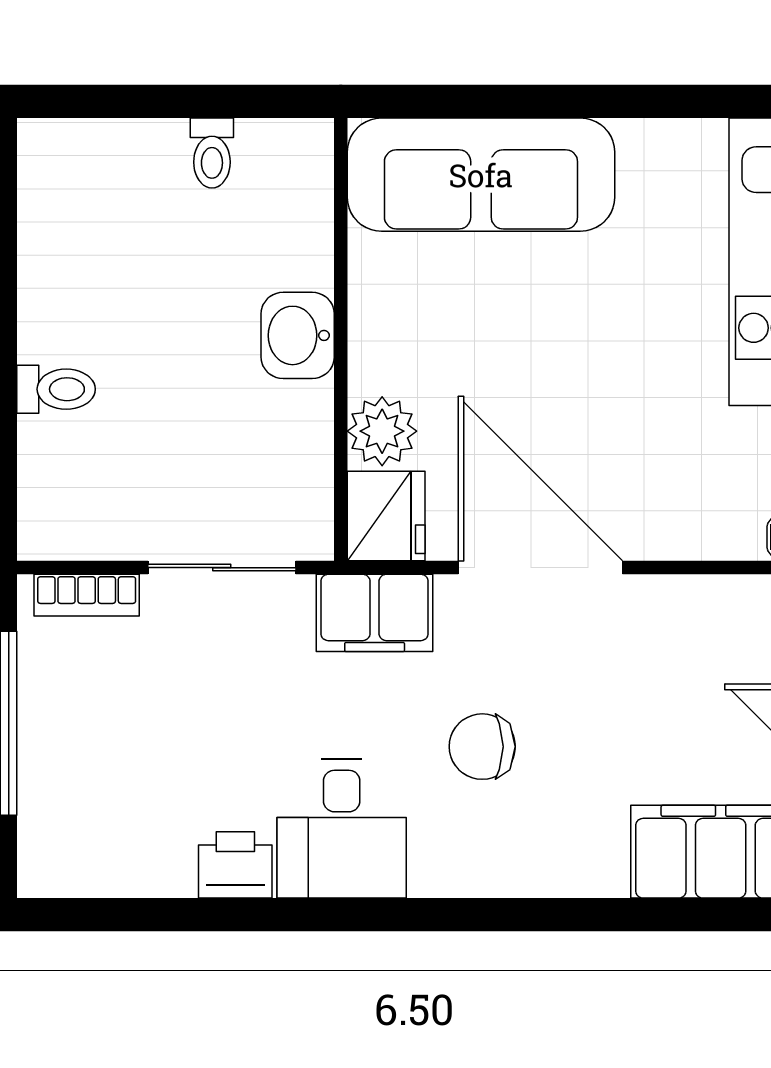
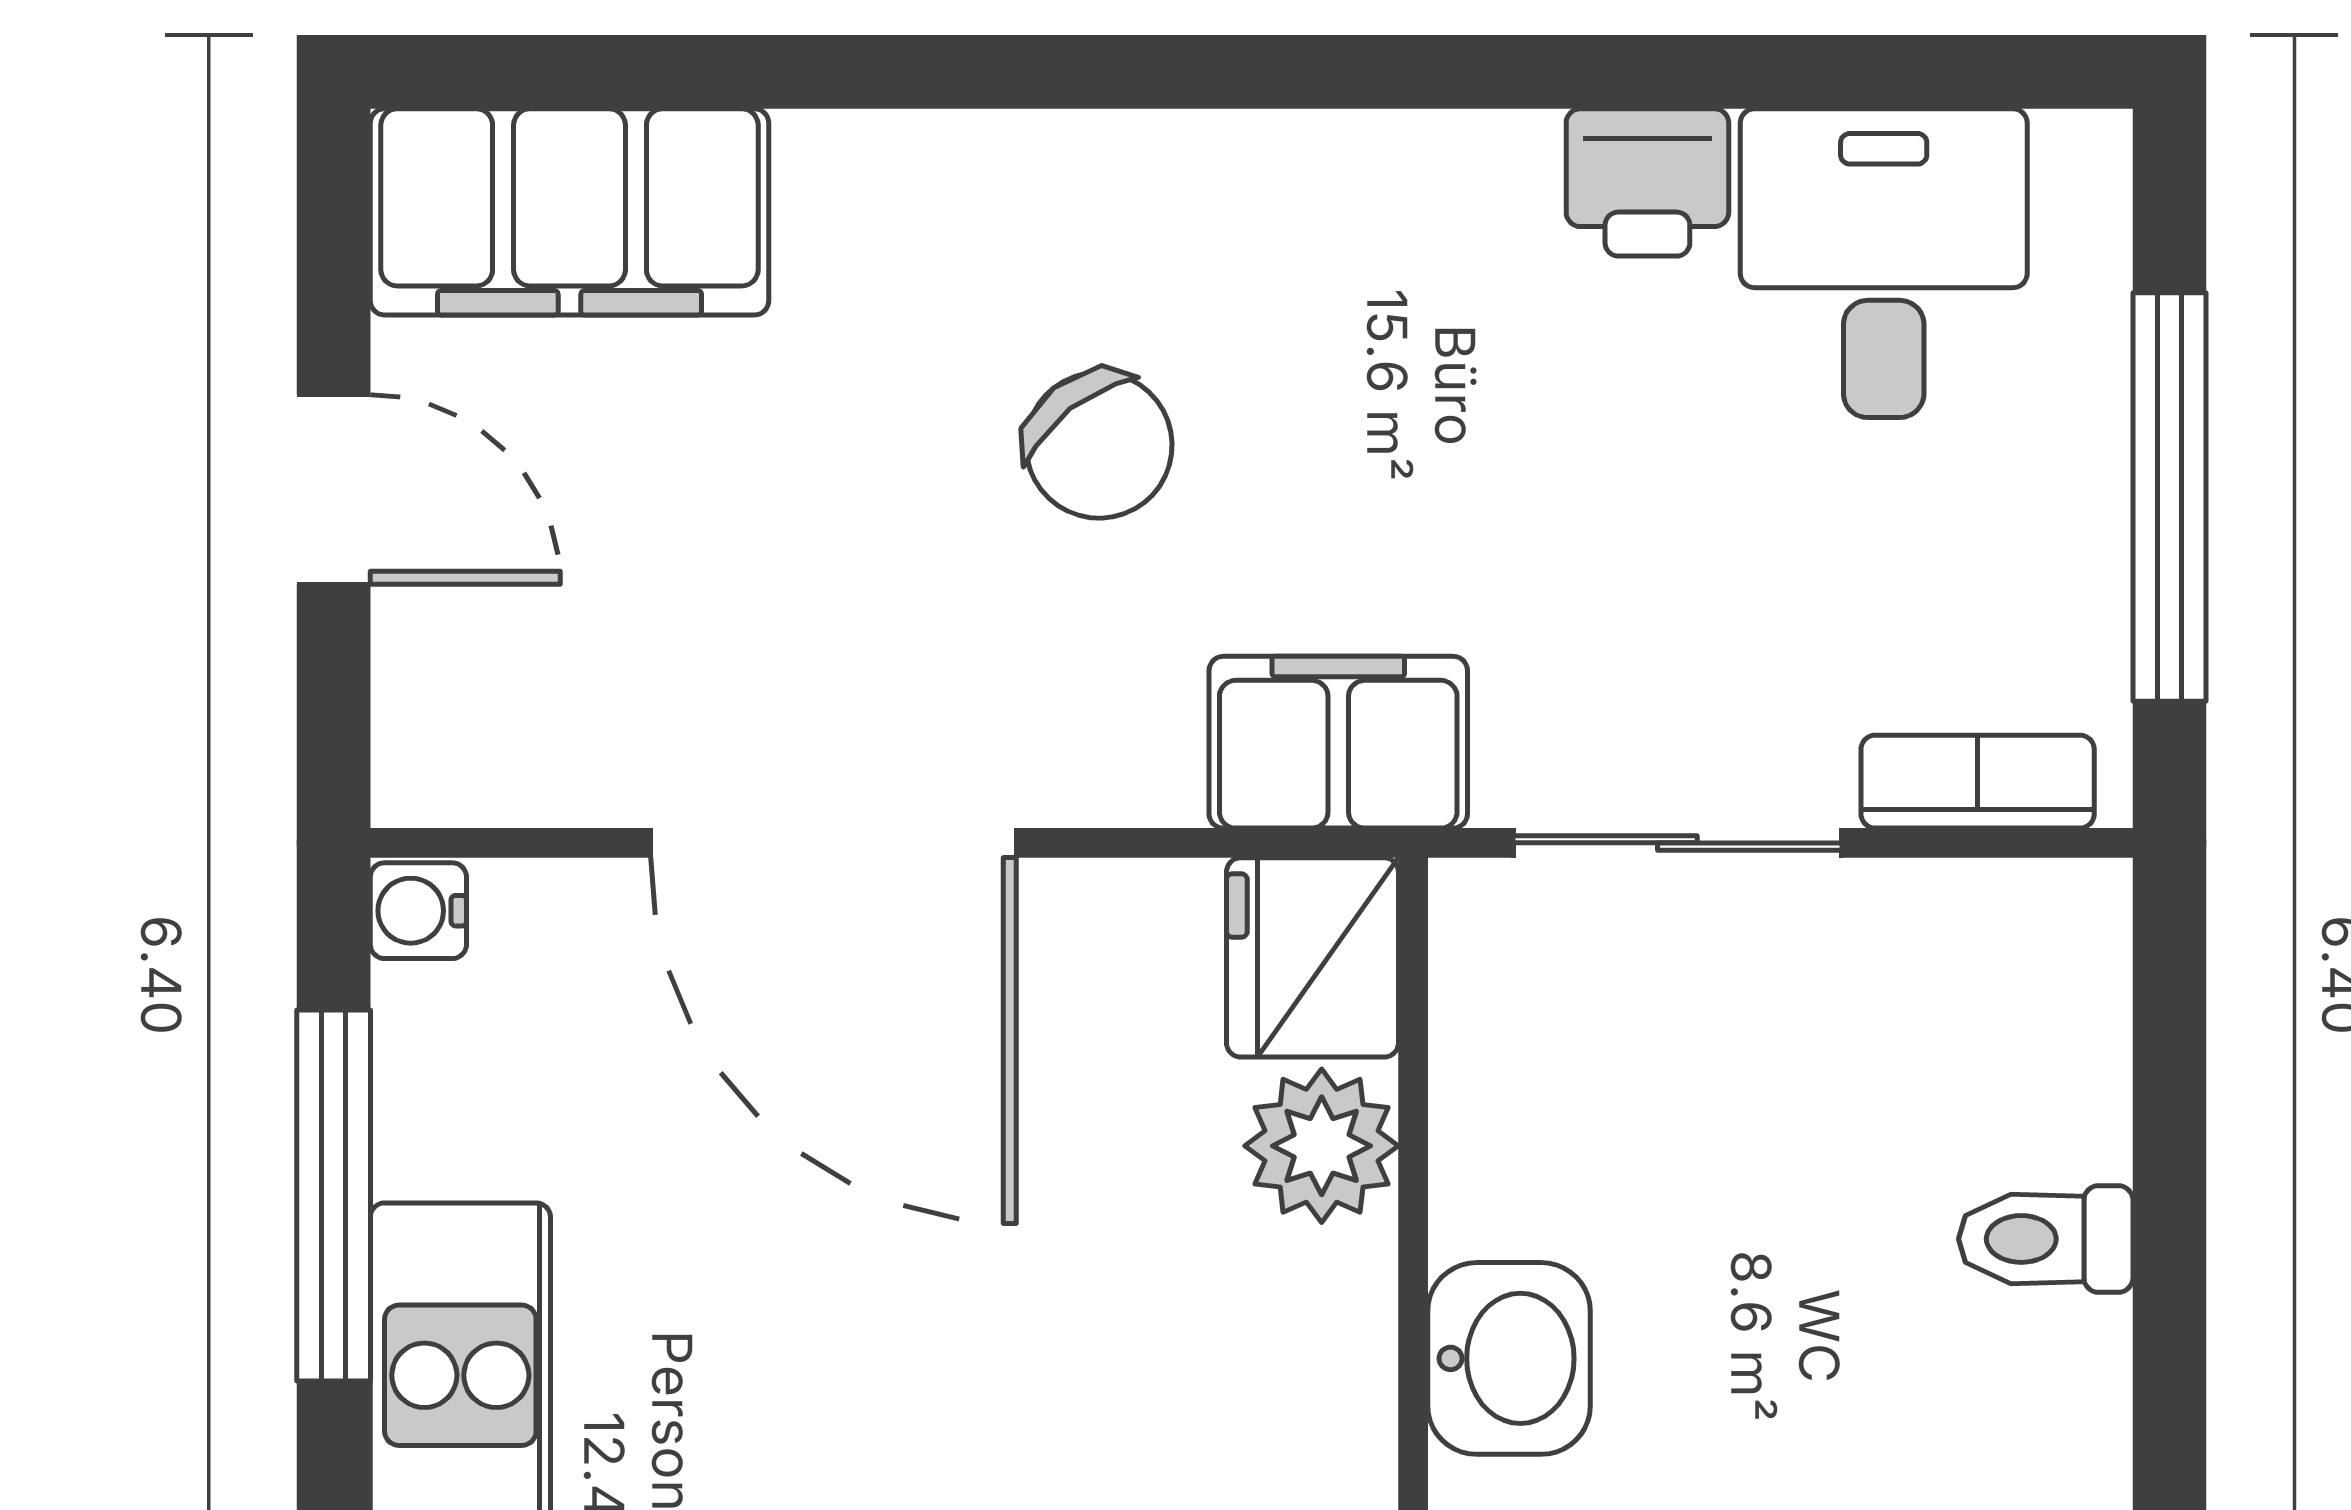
door: (540, 568) -> (834, 843), moved
chair: (482, 747) -> (1099, 445), turned 52
desk: (342, 829) -> (1884, 263), moved

